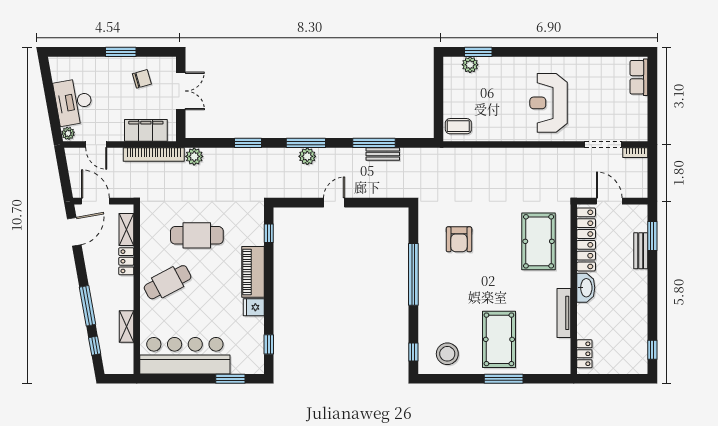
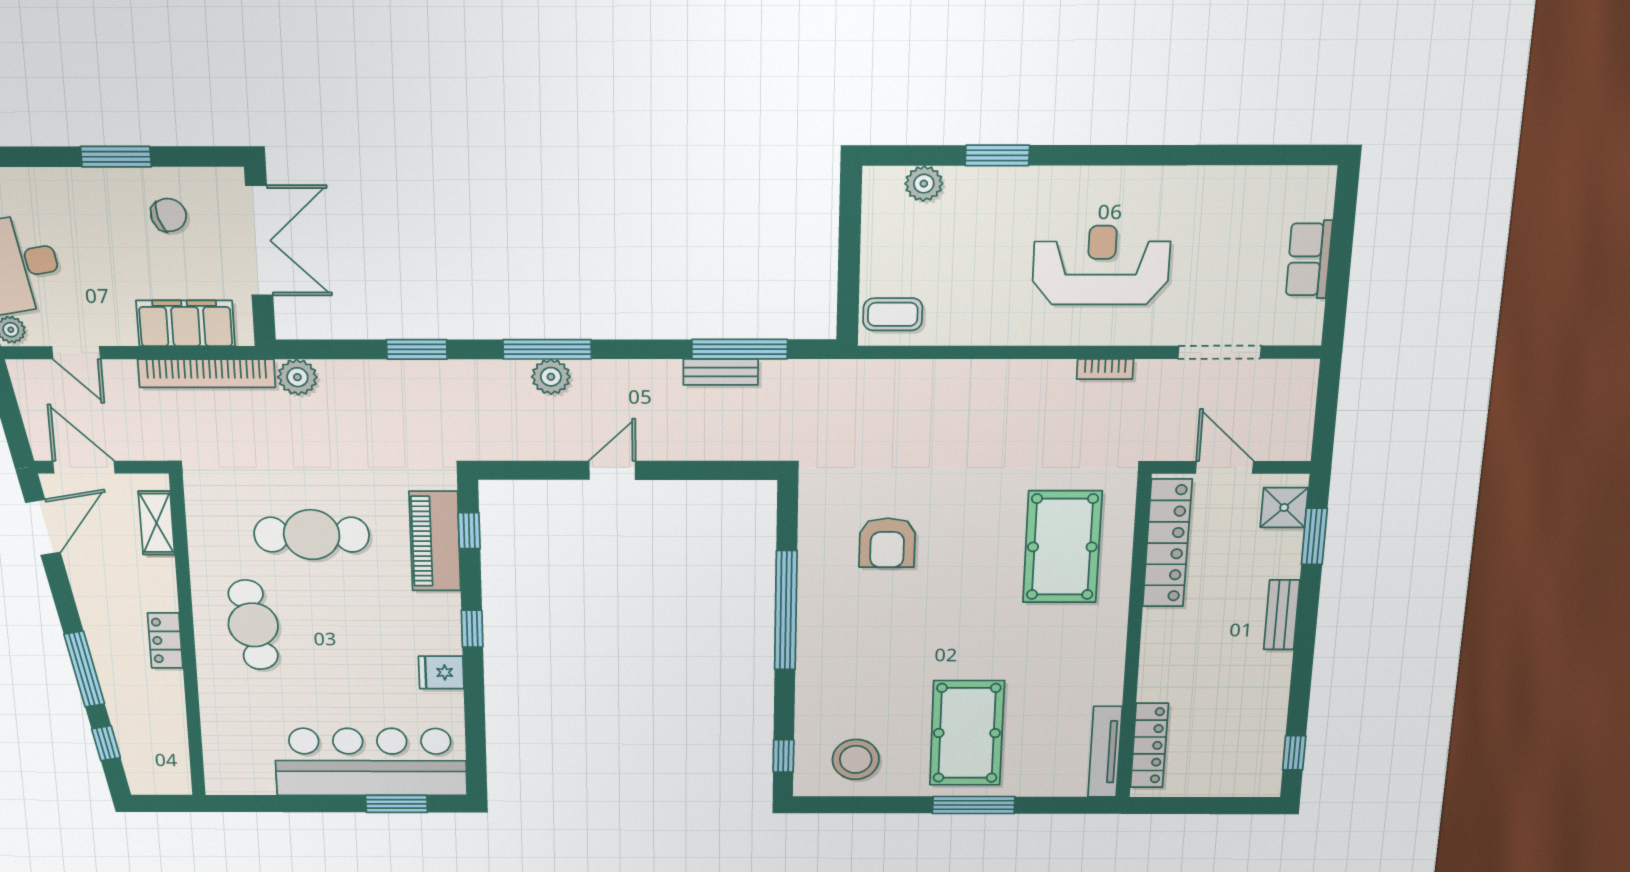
window: (478, 52) -> (997, 155), moved
row of seats: (639, 77) -> (1309, 259), moved
double door: (181, 91) -> (259, 241), width x1.37
reception desk: (549, 103) -> (1101, 265), turned 90
window: (374, 143) -> (740, 349), moved
bookcase: (635, 153) -> (1105, 369), moved
shower: (638, 221) -> (1284, 508), added
bench: (641, 251) -> (1282, 615), moved
locker: (126, 261) -> (165, 640), moved
piano: (253, 272) -> (435, 541), moved
cafe table: (168, 282) -> (253, 625), turned -71
washbasin: (586, 288) -> (1160, 636), removed
tv unit: (564, 313) -> (1105, 752), moved
shelving: (126, 326) -> (171, 708), removed
window: (269, 344) -> (472, 629), moved
locker: (584, 354) -> (1149, 745), width x1.53
bar counter: (185, 356) -> (371, 762), moved

